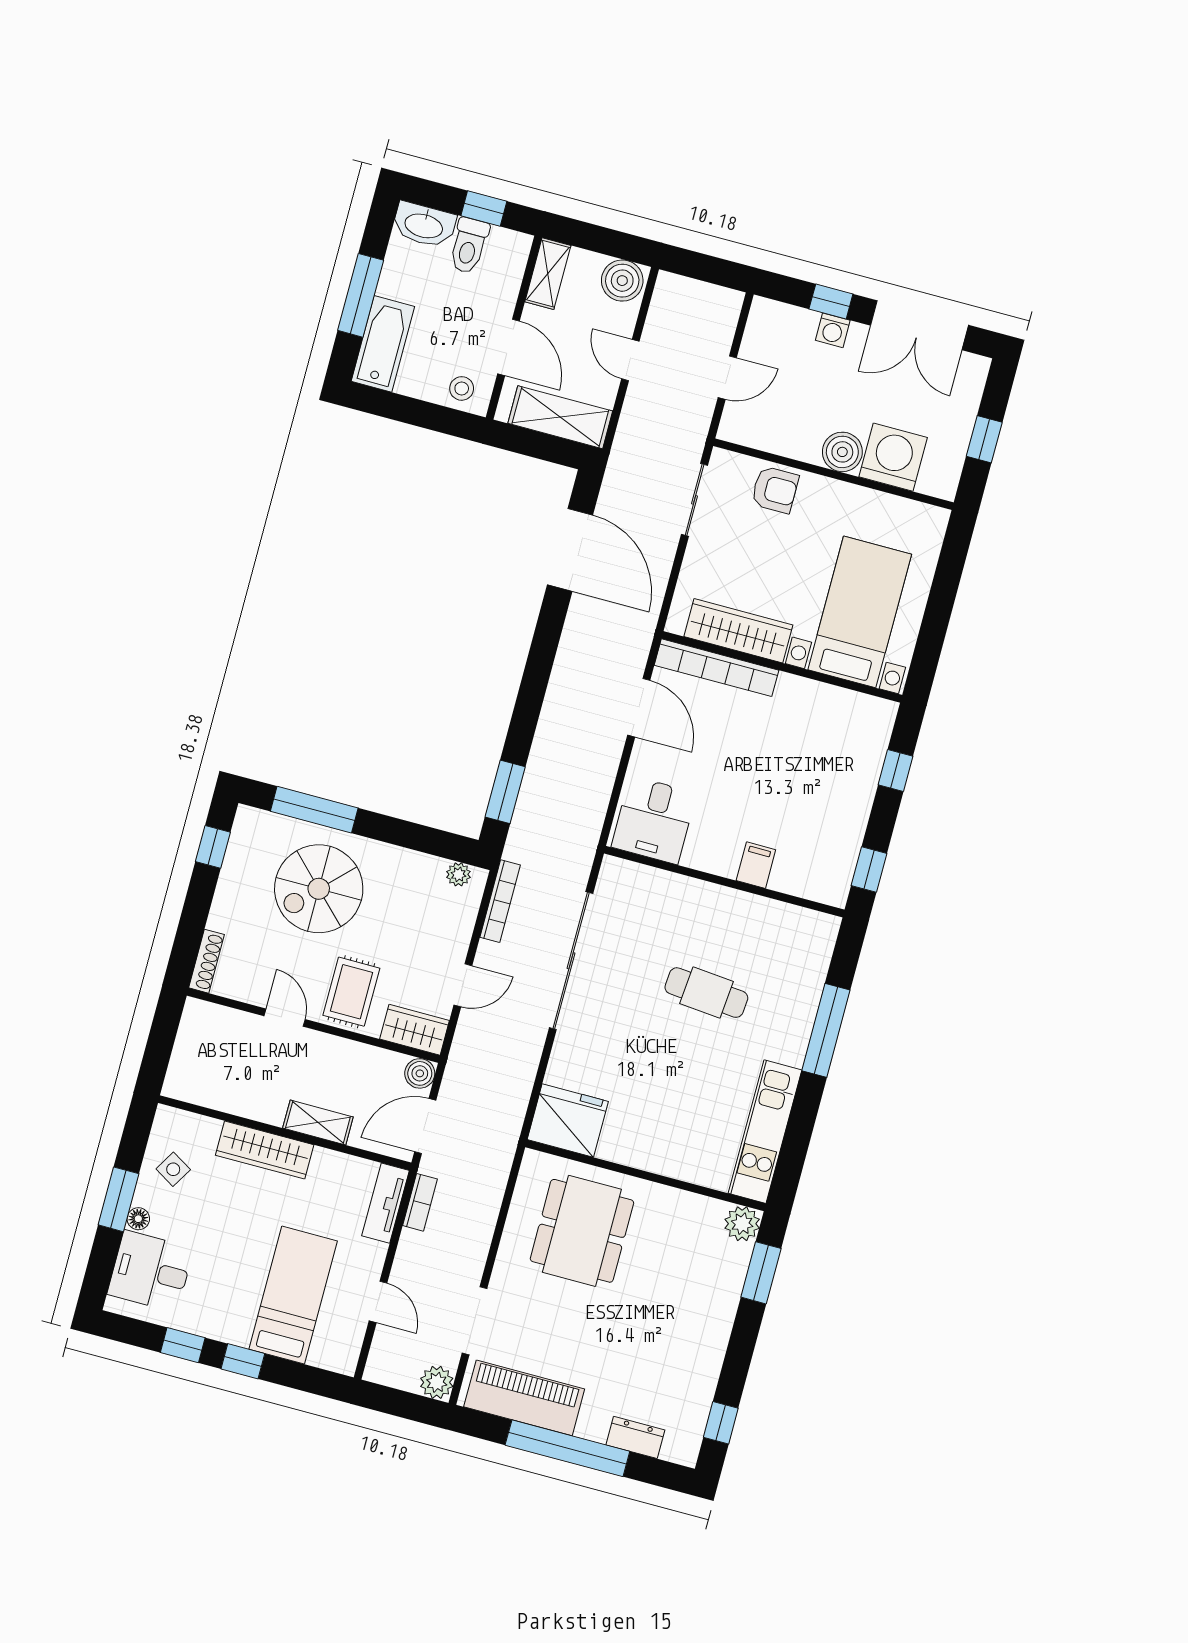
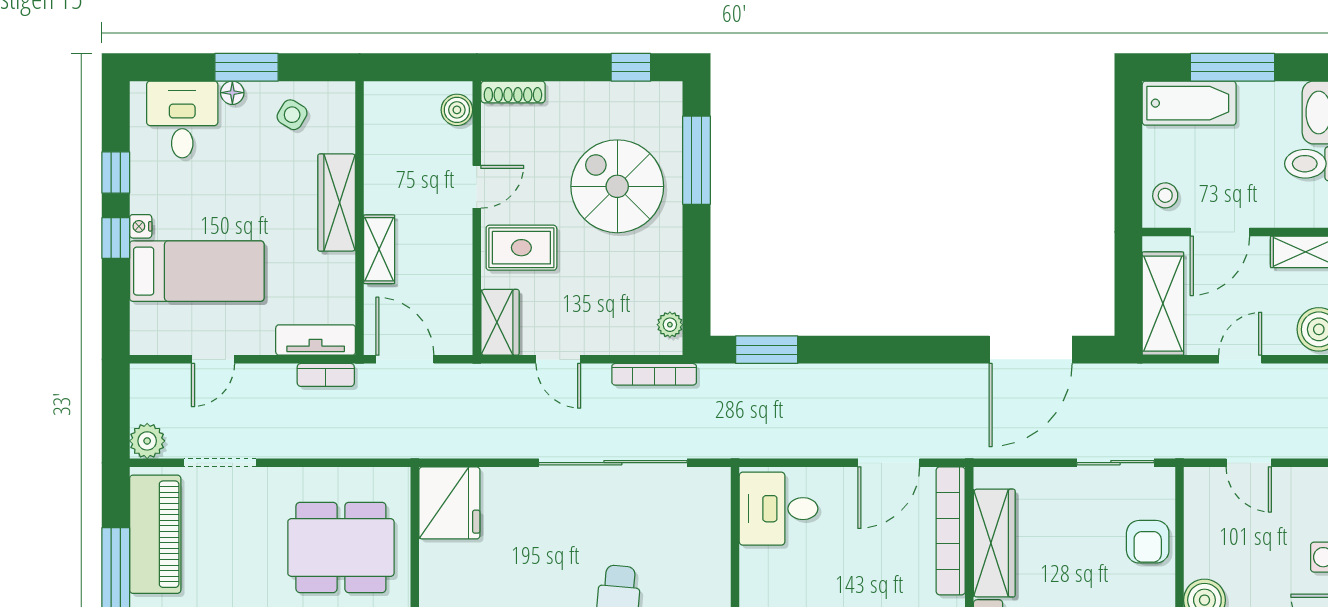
boiler: (420, 1073) -> (457, 110), moved
nightstand: (238, 1336) -> (141, 226), added

